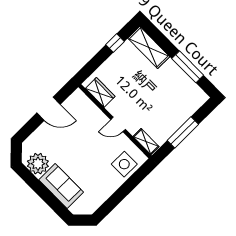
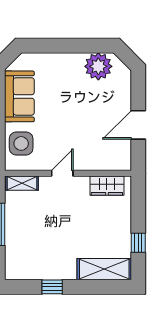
window: (188, 67) -> (52, 287), width x0.46
sofa: (61, 186) -> (19, 96), moved, turned -90

